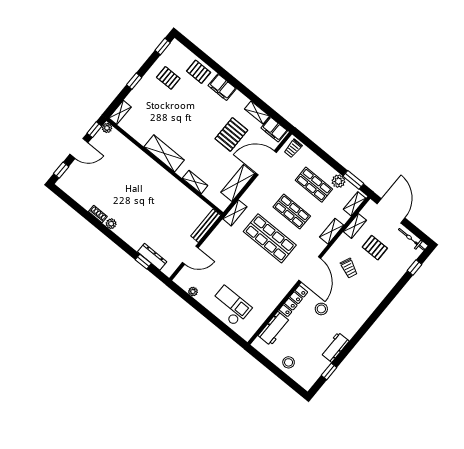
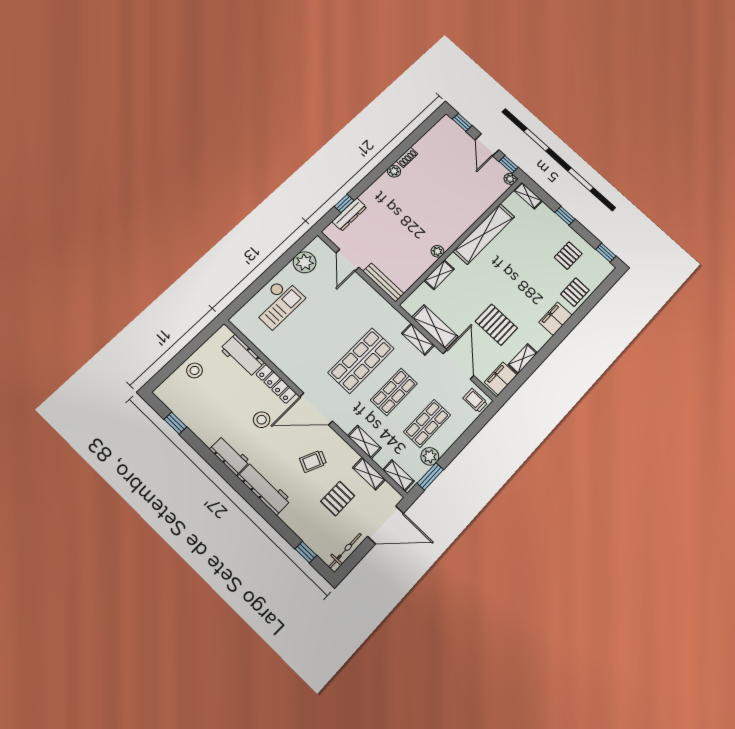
shelving: (164, 153) -> (484, 234), width x1.47
plant: (176, 184) -> (437, 251), added
shelving: (235, 213) -> (418, 339), moved
plant: (193, 292) -> (305, 262), width x1.88, depth x1.88
workbench: (372, 302) -> (264, 488), added
workbench: (335, 347) -> (230, 455), moved

